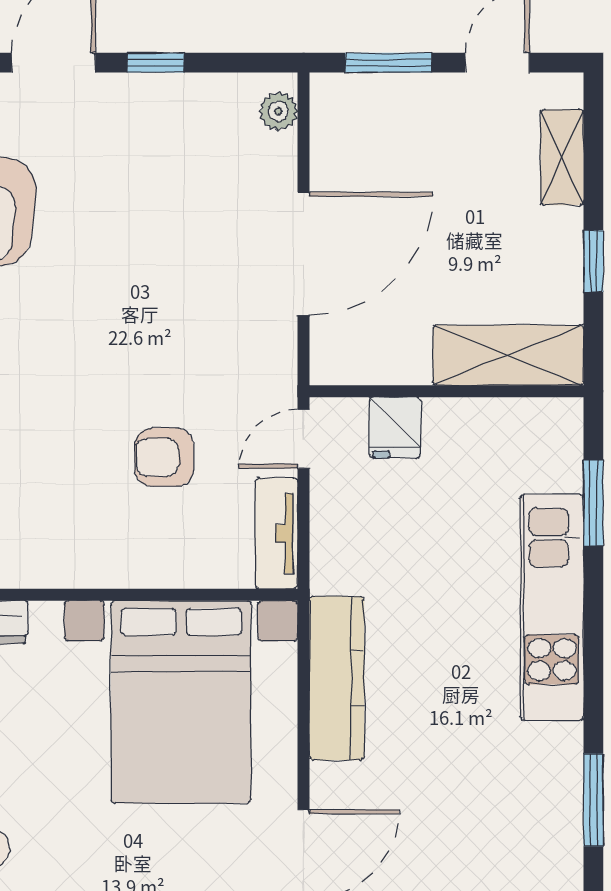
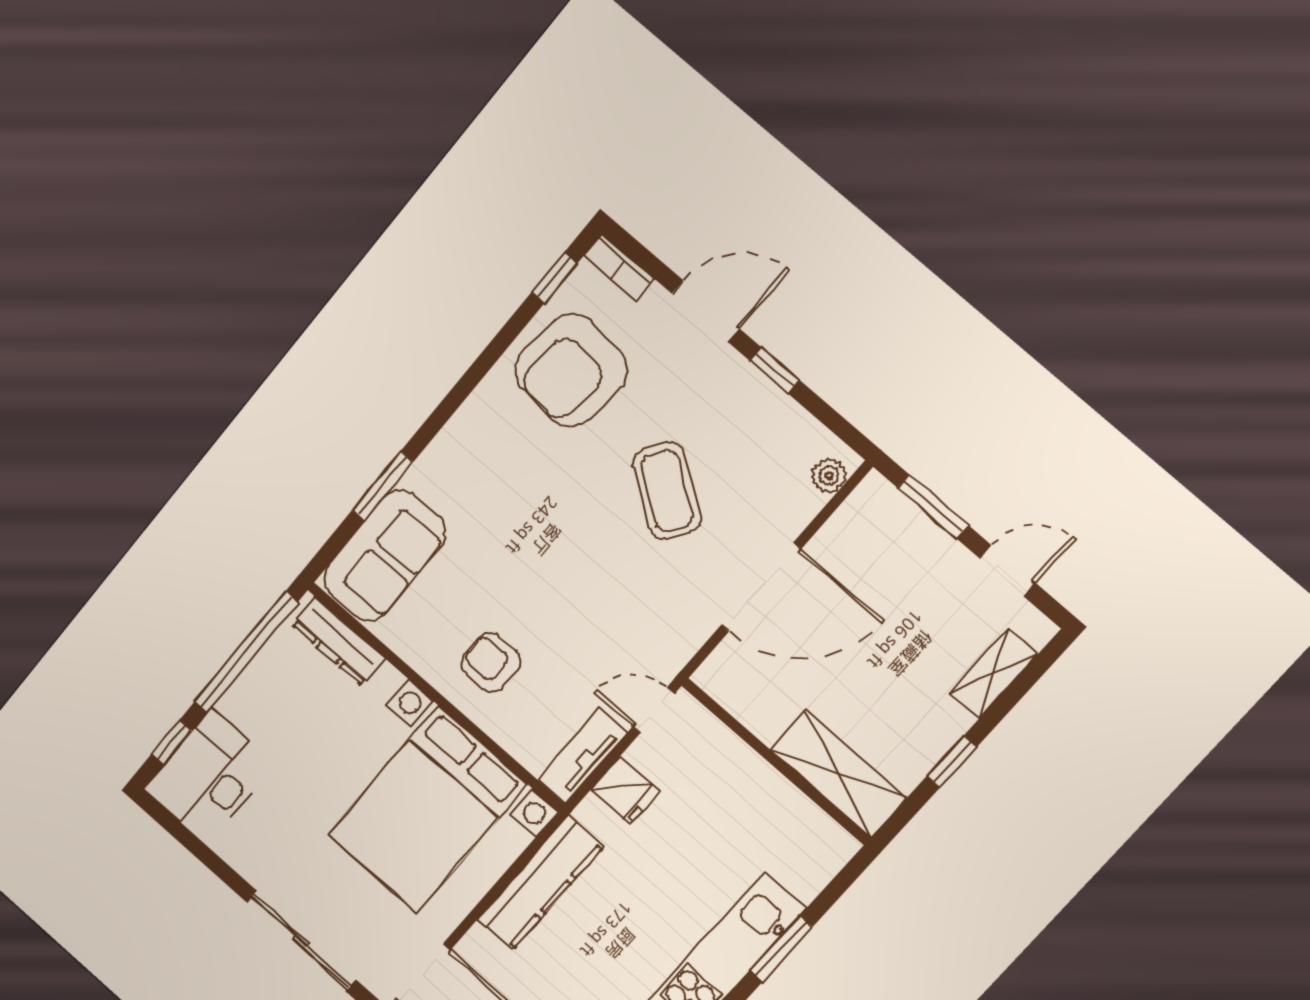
coffee table: (152, 241) -> (667, 491), added
fridge: (395, 428) -> (625, 790), moved, turned -90
armchair: (164, 457) -> (491, 662), moved
window: (593, 503) -> (781, 949), moved

